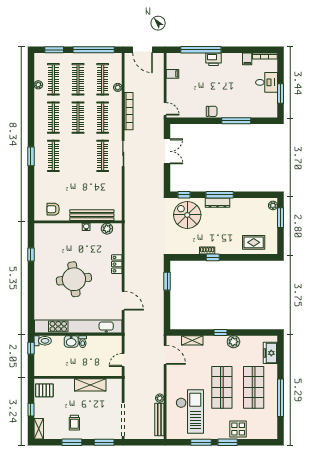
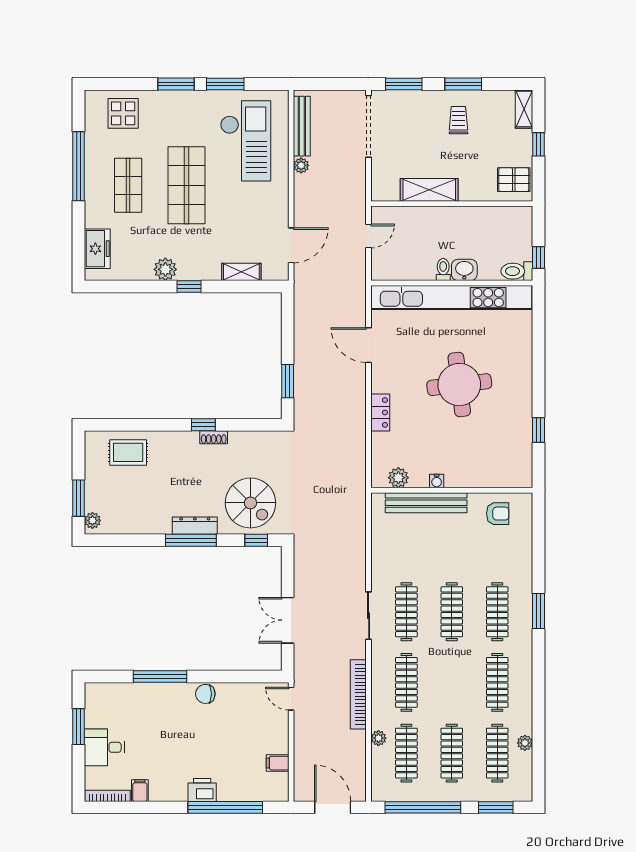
clothes rail: (78, 118) -> (452, 612), moved
door: (165, 355) -> (291, 245), swing flipped
shop shelf: (254, 387) -> (128, 185), width x0.70, depth x0.74
checkout: (190, 412) -> (246, 141), turned 180
display table: (238, 429) -> (123, 113), moved

